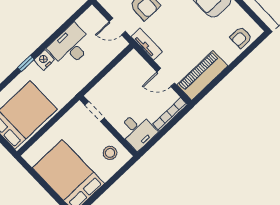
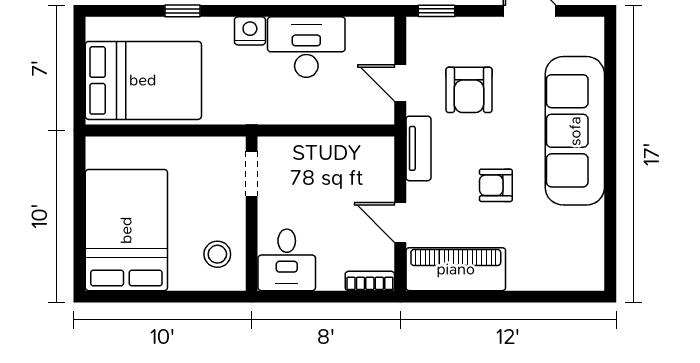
armchair: (241, 37) -> (496, 185), moved
window: (26, 63) -> (183, 11), moved
bookcase: (170, 114) -> (370, 281), width x0.64

